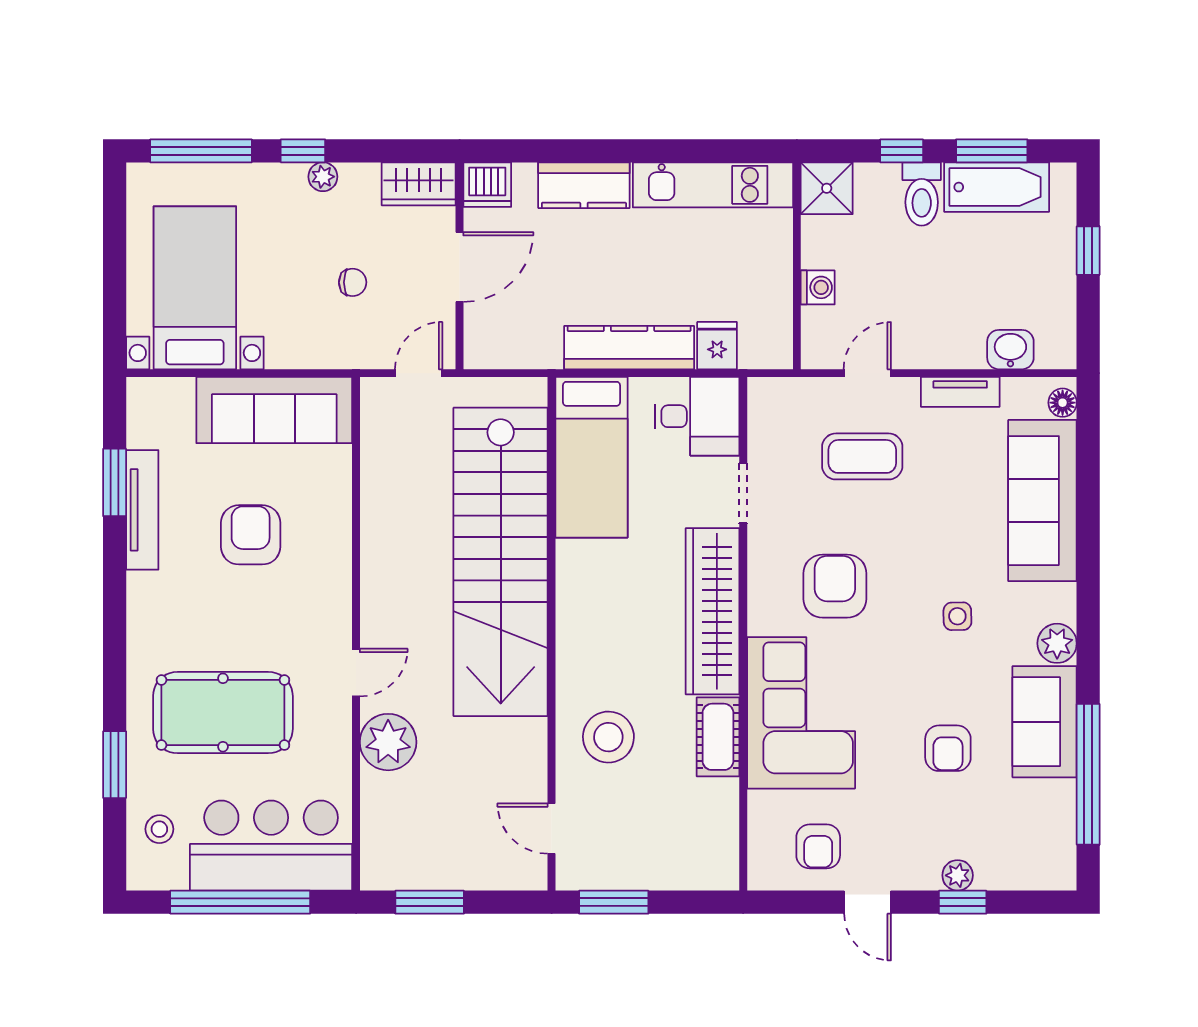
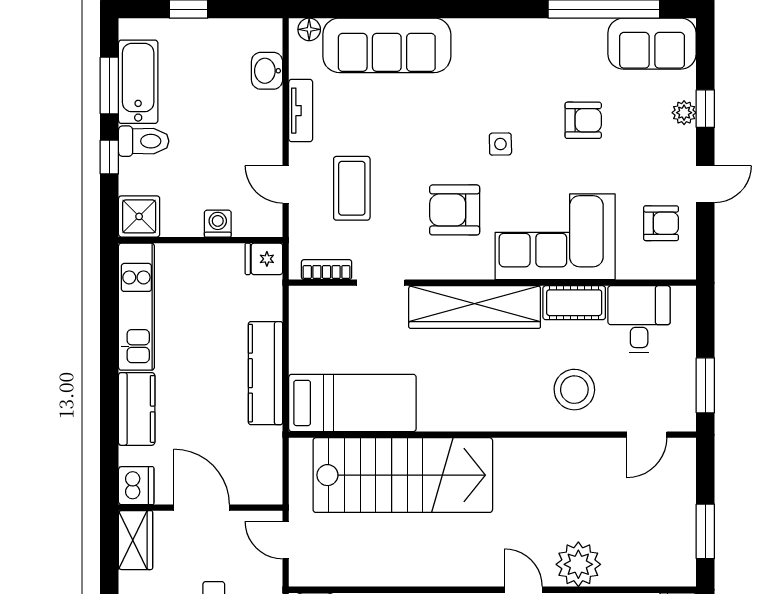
fridge: (717, 346) -> (264, 259), moved
desk: (697, 416) -> (639, 319), moved
bookcase: (760, 425) -> (327, 270), added
stairs: (501, 562) -> (403, 475), width x0.73
side table: (957, 616) -> (500, 144), moved
plant: (1057, 643) -> (500, 34), removed
sofa: (1045, 722) -> (652, 44), moved

